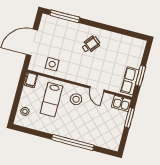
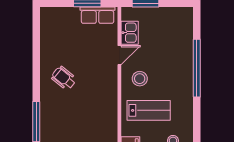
side table: (52, 64) -> (103, 122), removed
kitchen sink: (121, 103) -> (130, 33), moved

